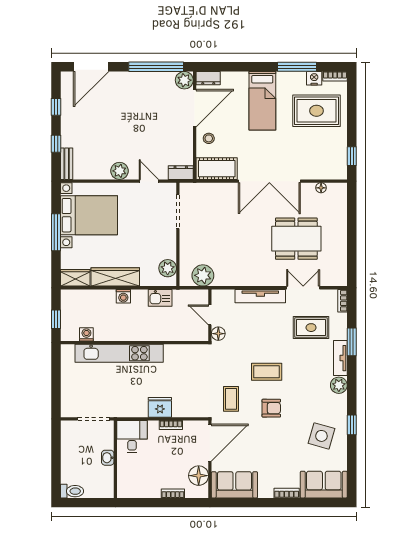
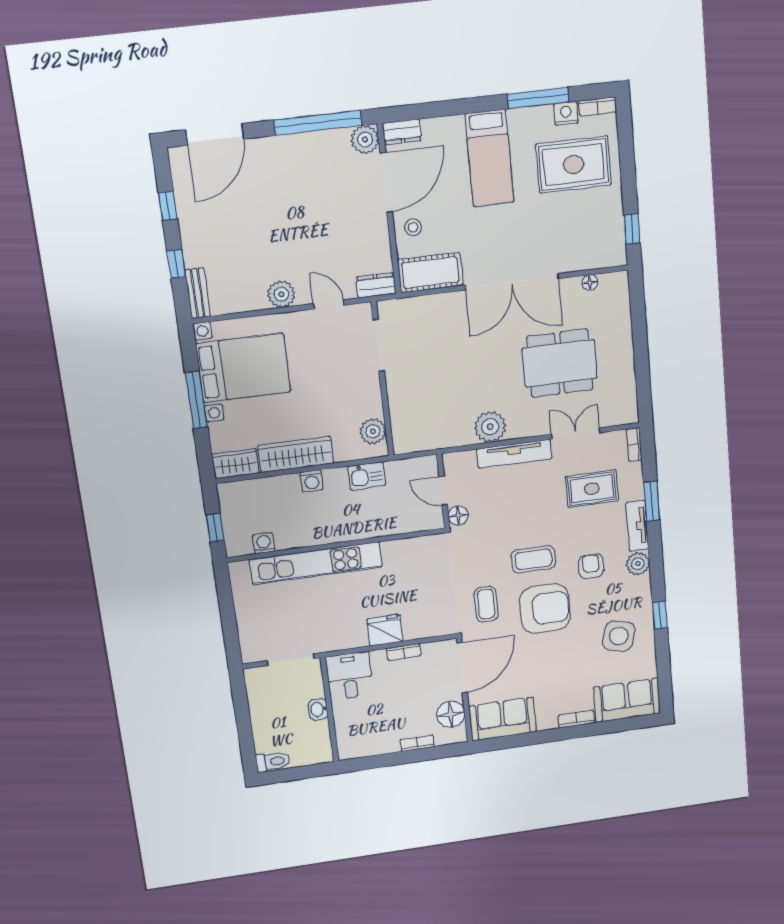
plant: (203, 275) -> (490, 427), moved
armchair: (306, 382) -> (591, 566), added
armchair: (271, 408) -> (545, 609), width x1.88, depth x1.88

